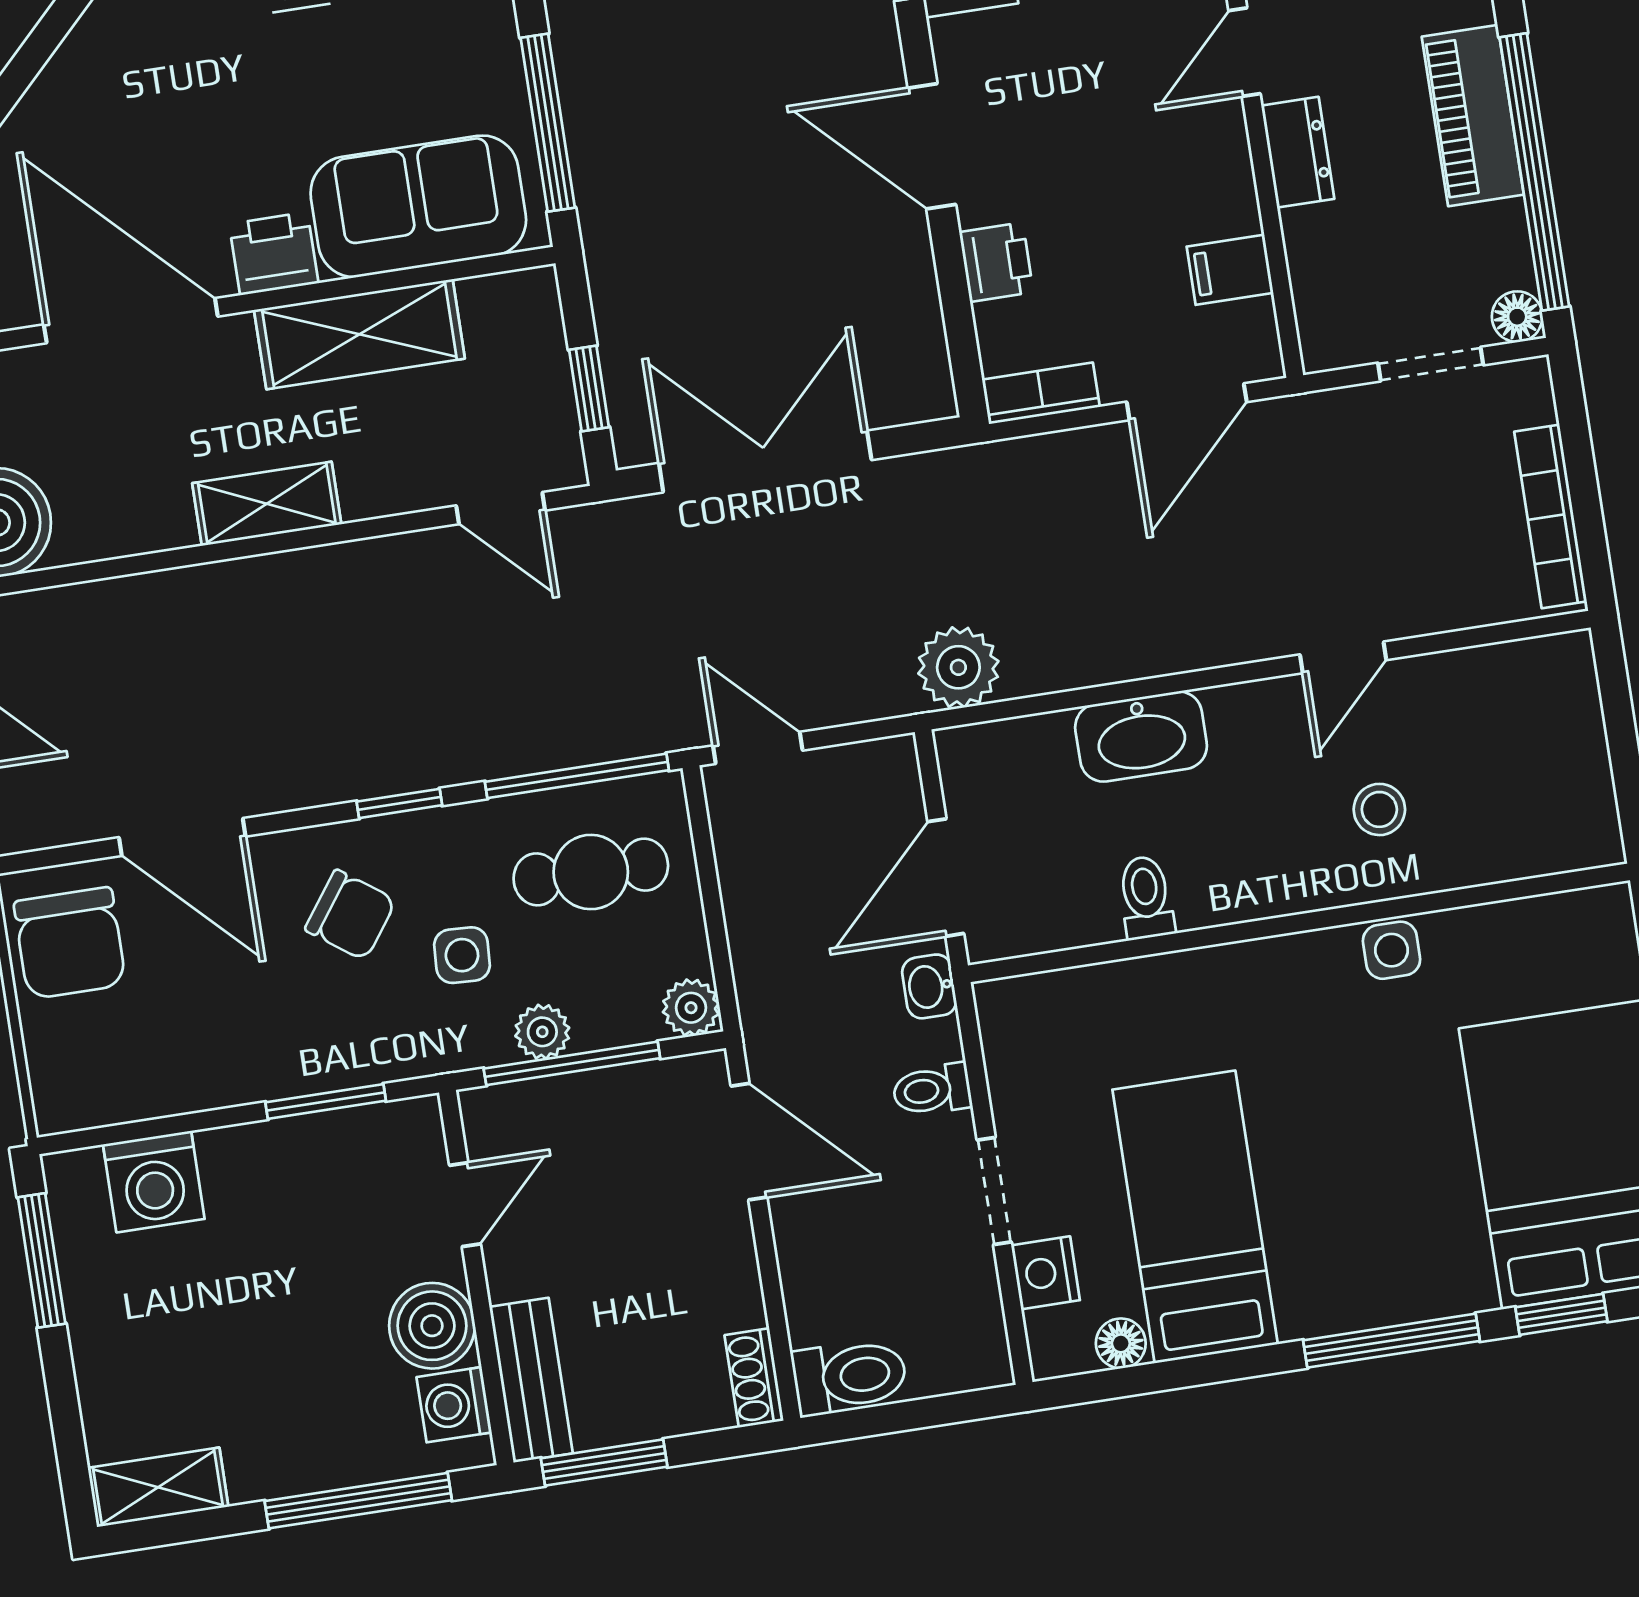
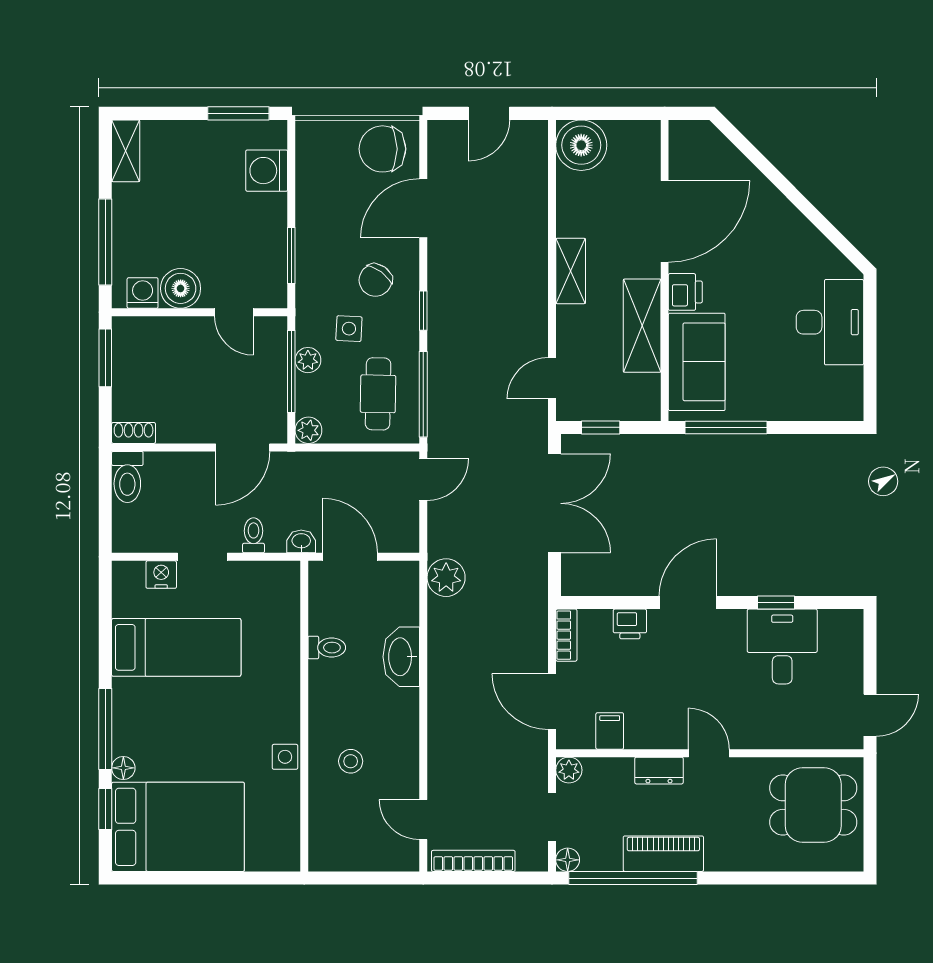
plant: (1326, 344) -> (569, 770), added
door: (1343, 657) -> (423, 820), moved
floor lamp: (1121, 1343) -> (123, 768), moved
bench: (531, 1380) -> (148, 330), removed

